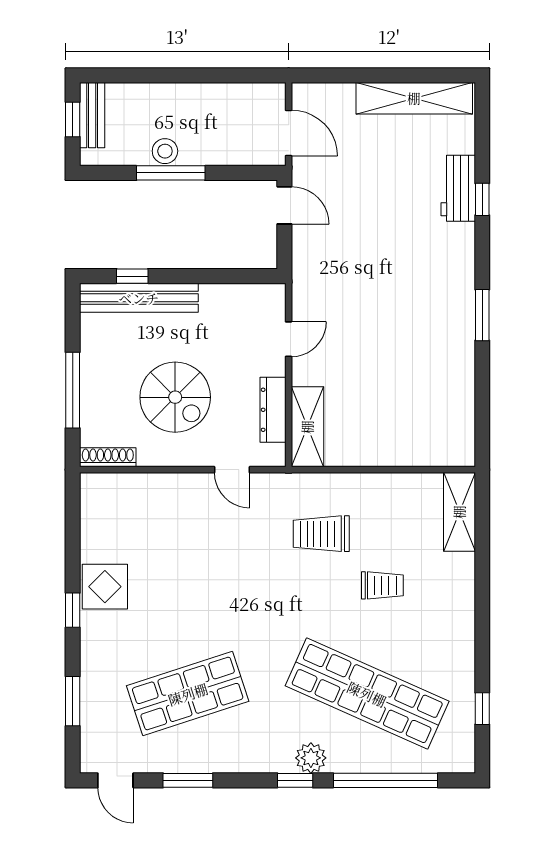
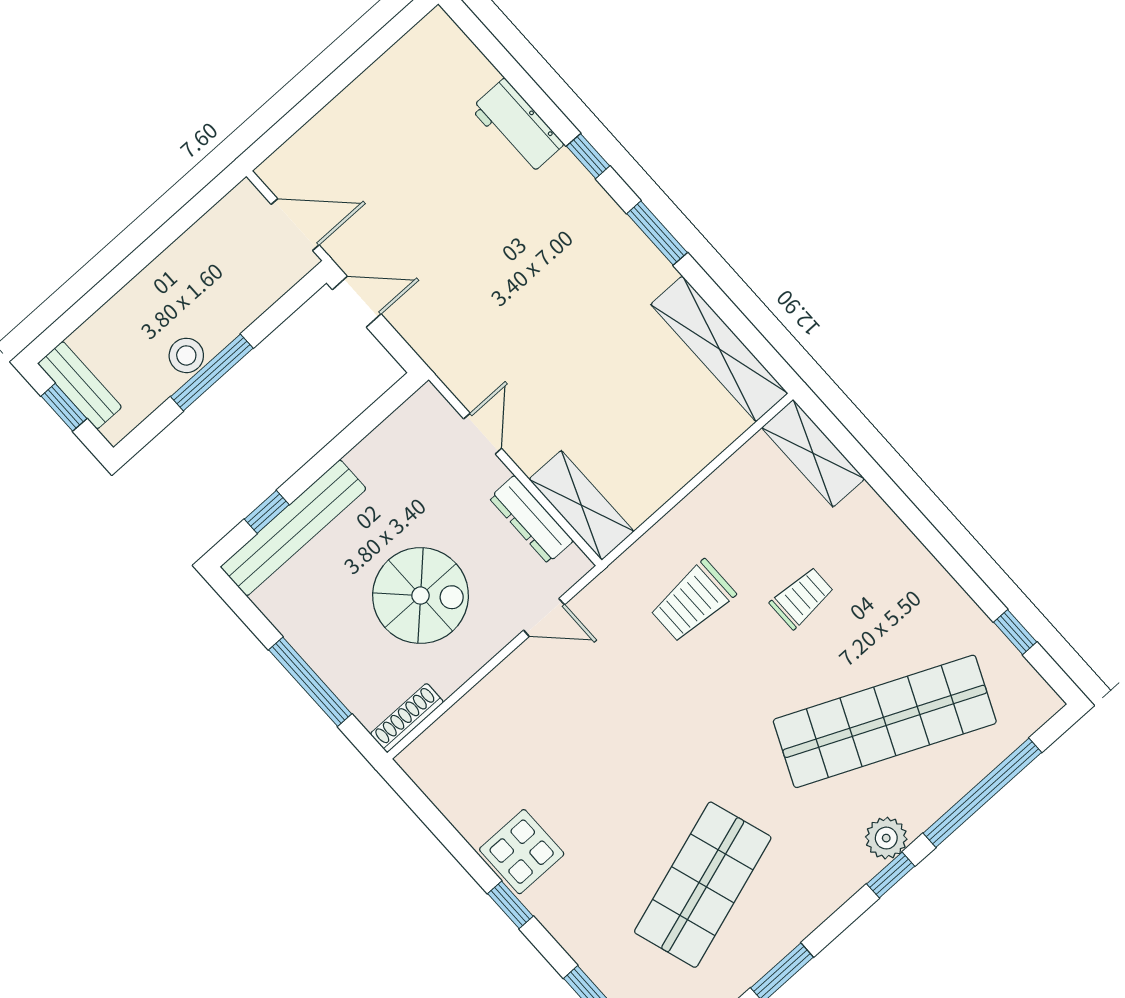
shelving: (414, 98) -> (719, 349), moved, turned 90
window: (482, 199) -> (588, 156), moved

